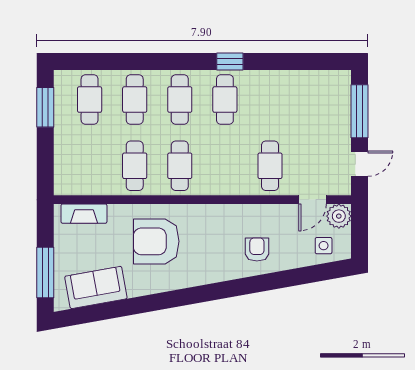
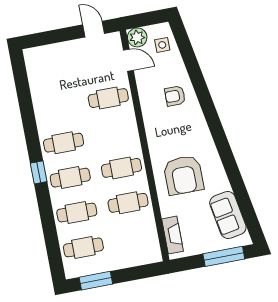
window: (230, 61) -> (39, 172), moved
window: (359, 111) -> (53, 37), removed

